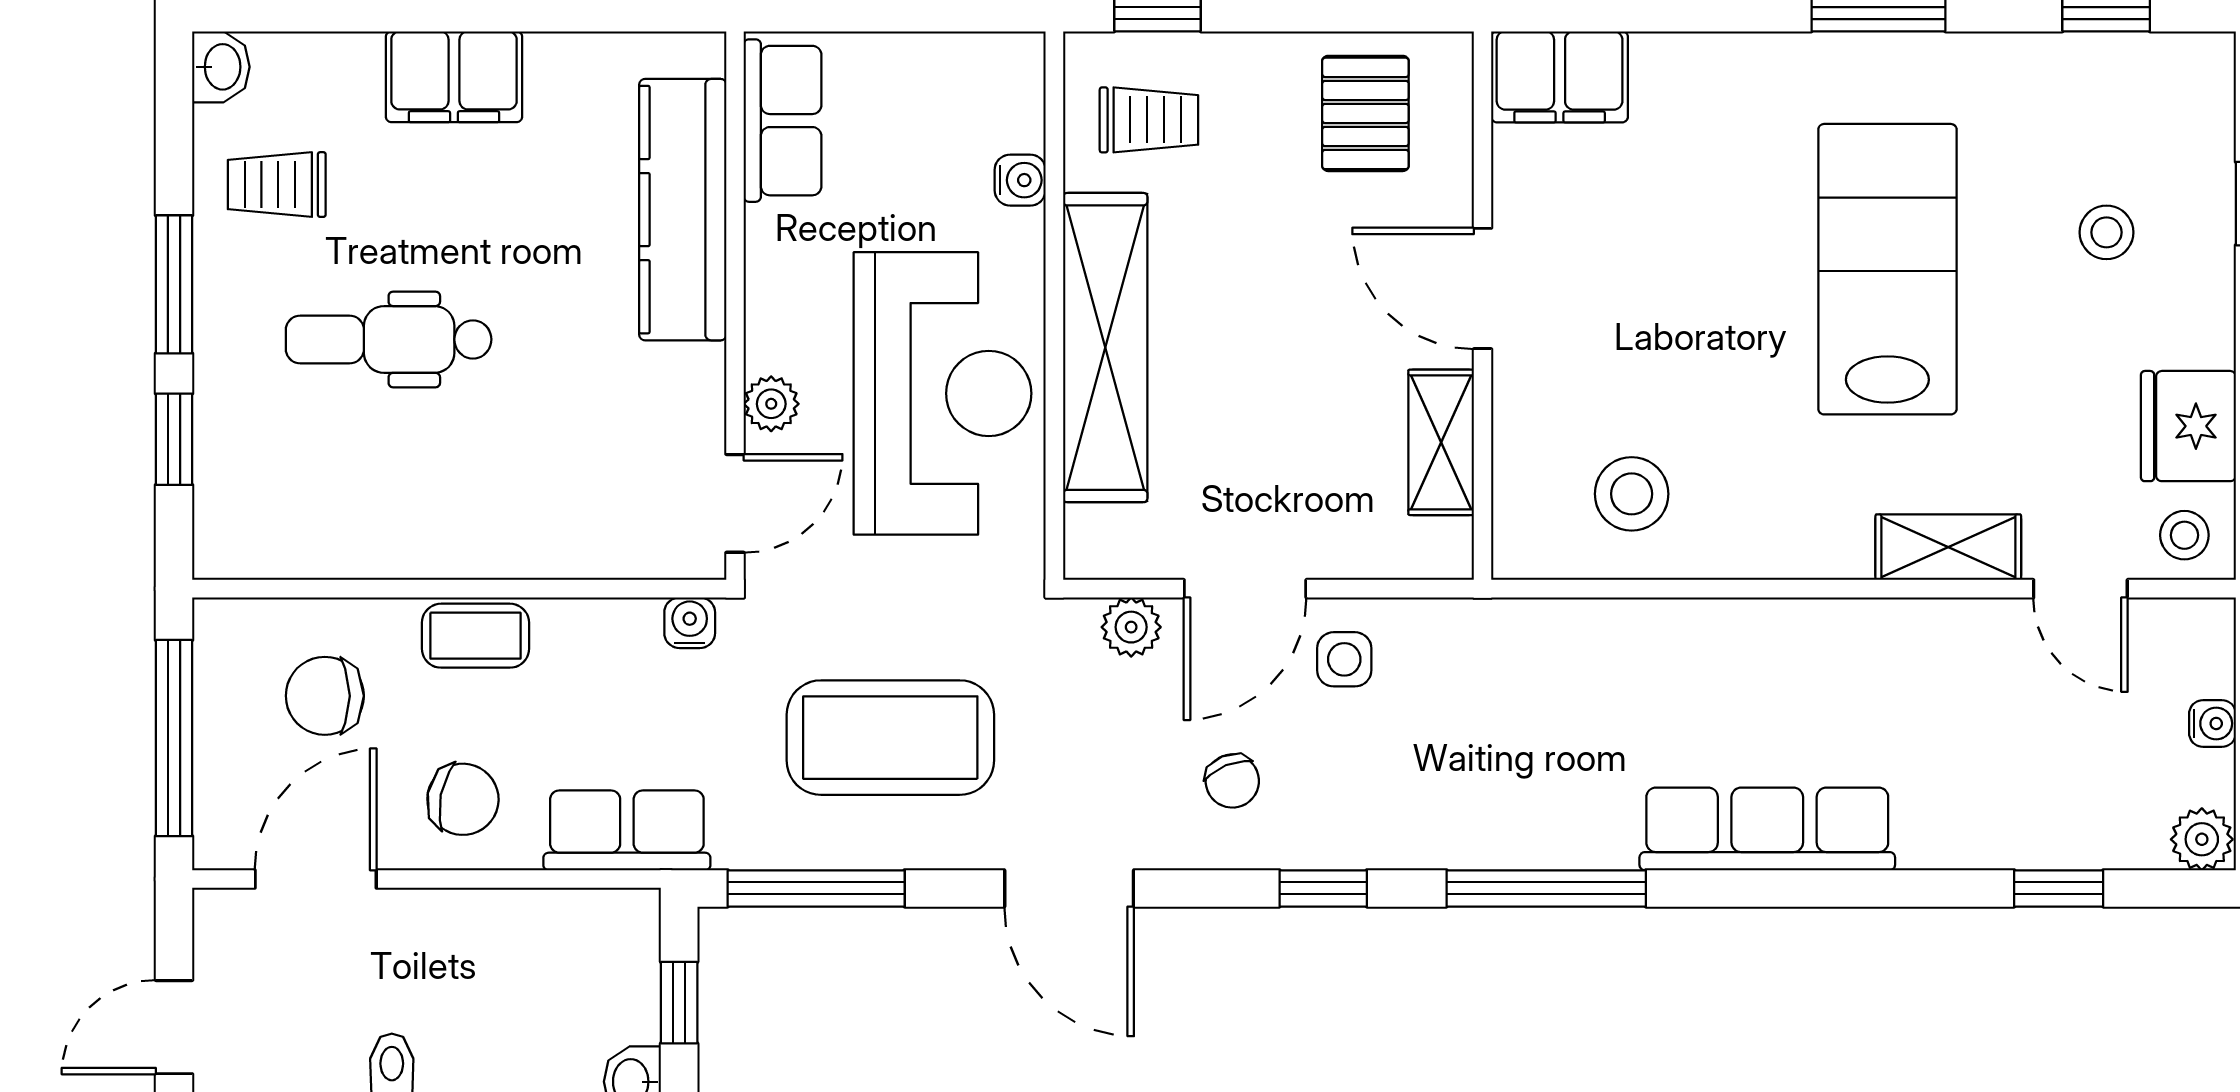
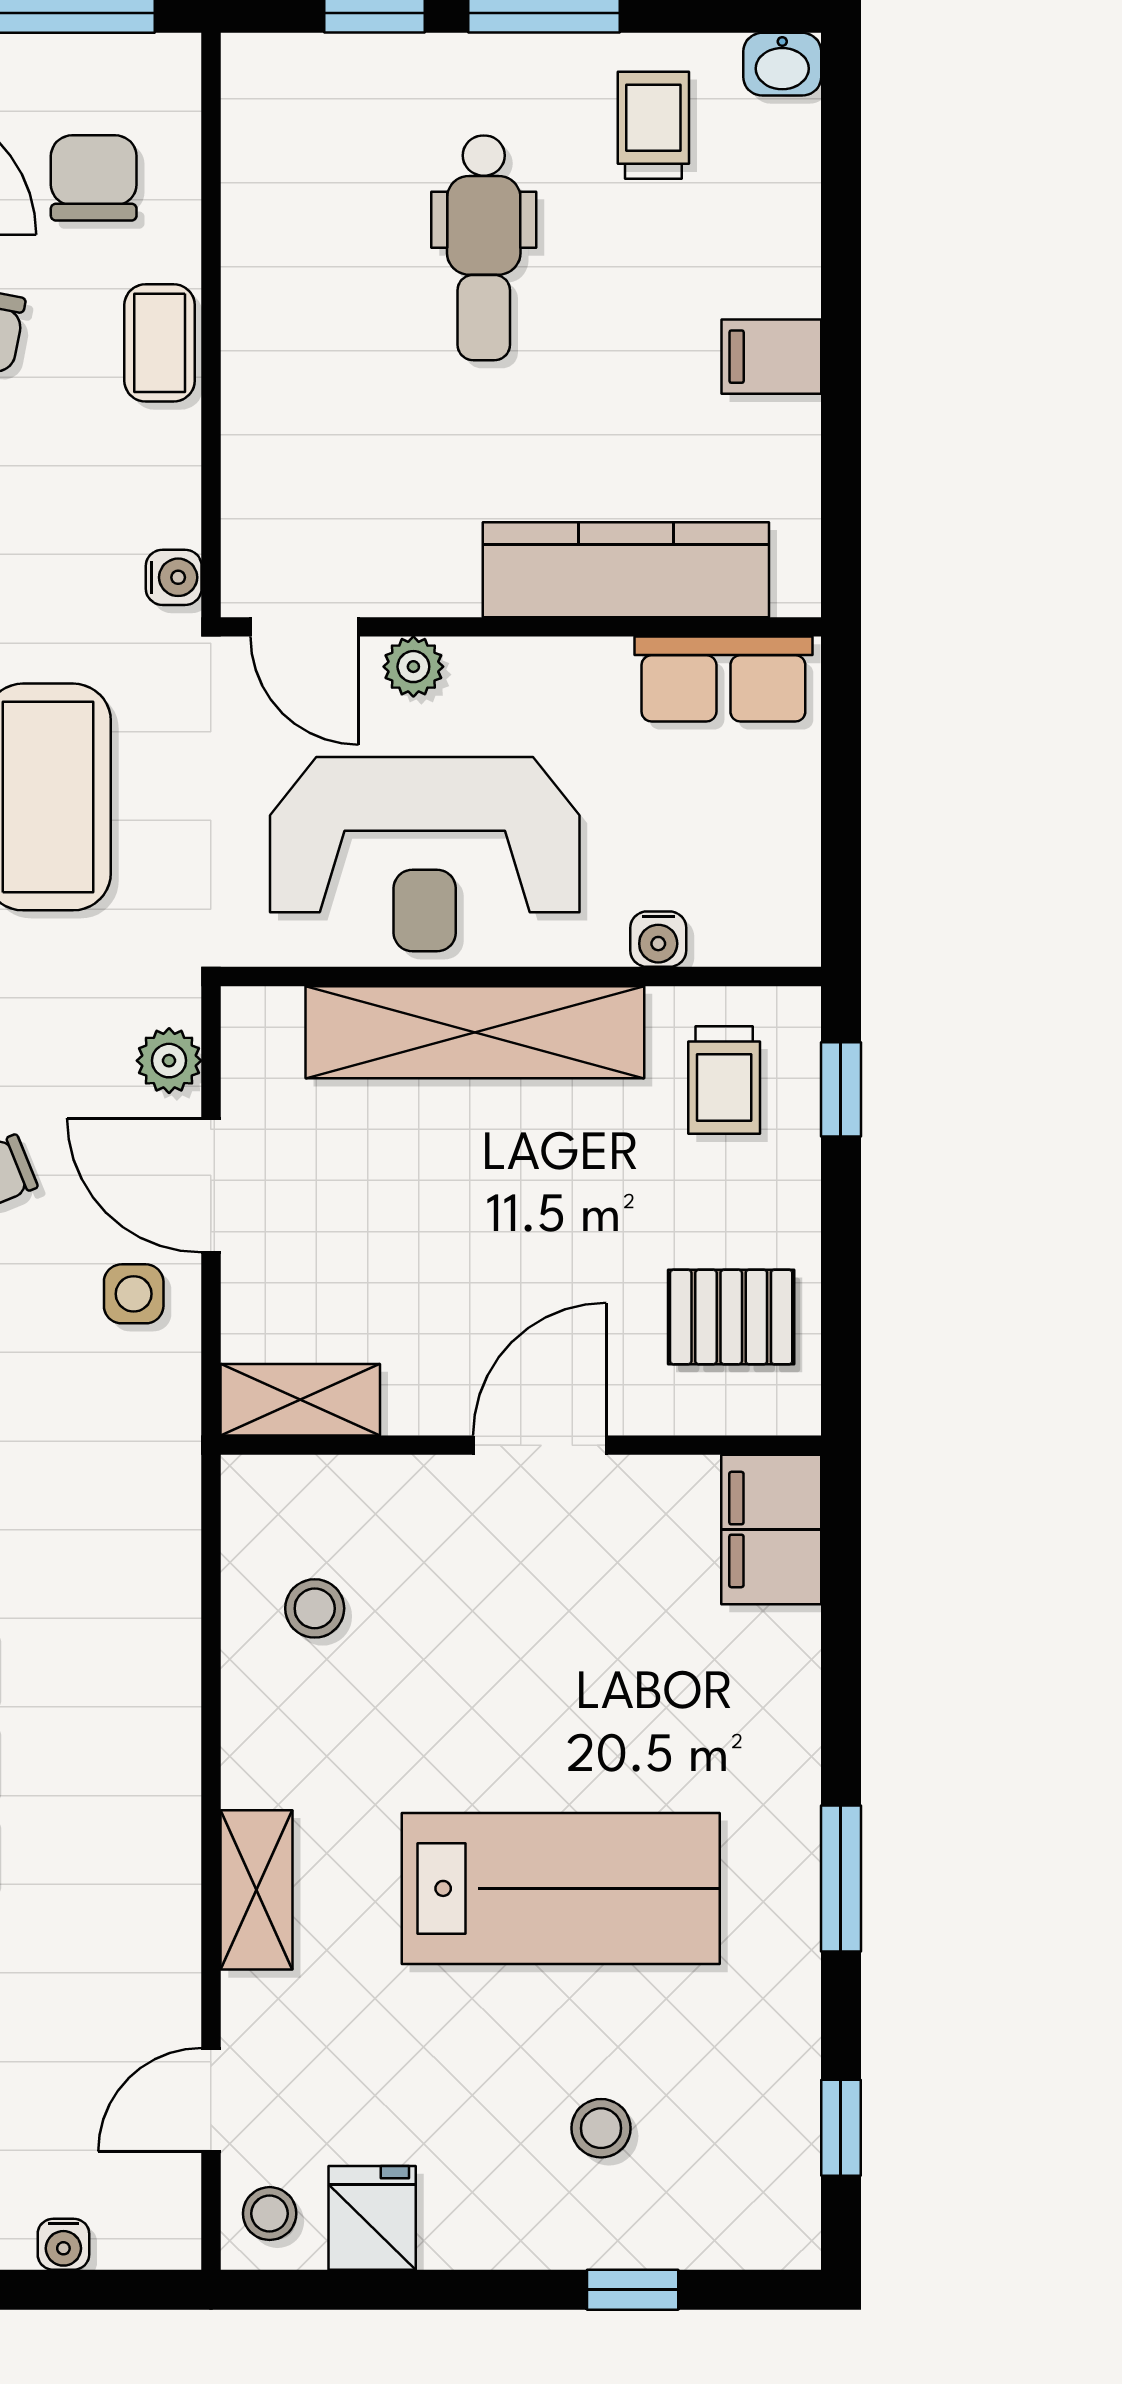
filing cabinet: (454, 77) -> (771, 357), width x0.50
dental chair: (389, 339) -> (484, 248), turned 180
fridge: (2188, 426) -> (372, 2218), width x0.72
shelving: (1441, 442) -> (300, 1400), moved
stool: (1632, 494) -> (315, 1608), width x0.73, depth x0.73
shelving: (1948, 547) -> (256, 1890), moved

